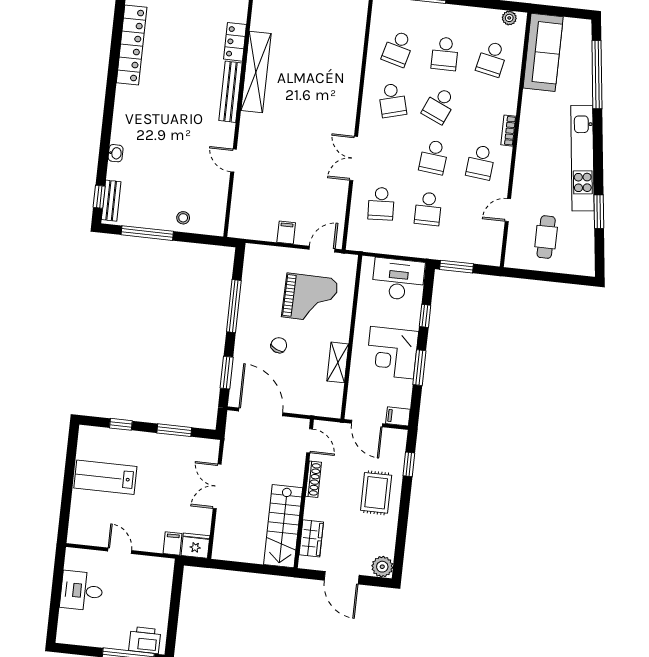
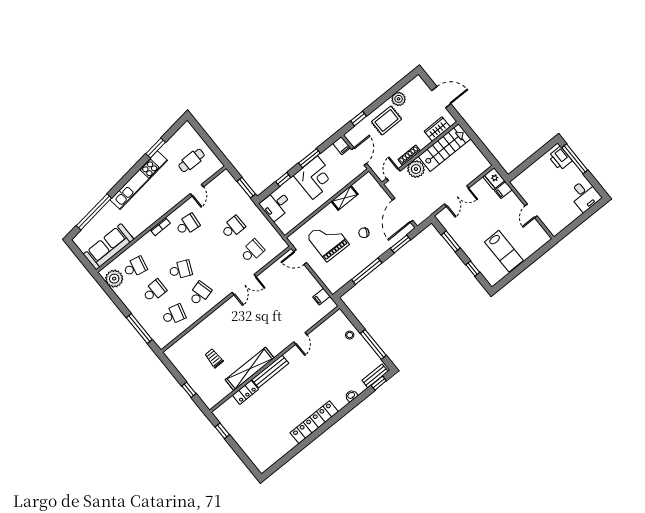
plant: (509, 18) -> (114, 279), width x1.87, depth x1.87
locker: (132, 45) -> (314, 422), moved
trolley: (306, 45) -> (214, 358), added
school desk: (434, 157) -> (207, 249), removed
door: (508, 210) -> (197, 190), hinge flipped
filing cabinet: (286, 232) -> (321, 297), moved
desk: (398, 279) -> (276, 205), width x0.73
plant: (291, 472) -> (416, 169), added
plant: (382, 567) -> (399, 99), moved
door: (342, 578) -> (441, 97), hinge flipped
desk: (82, 591) -> (585, 195), moved

